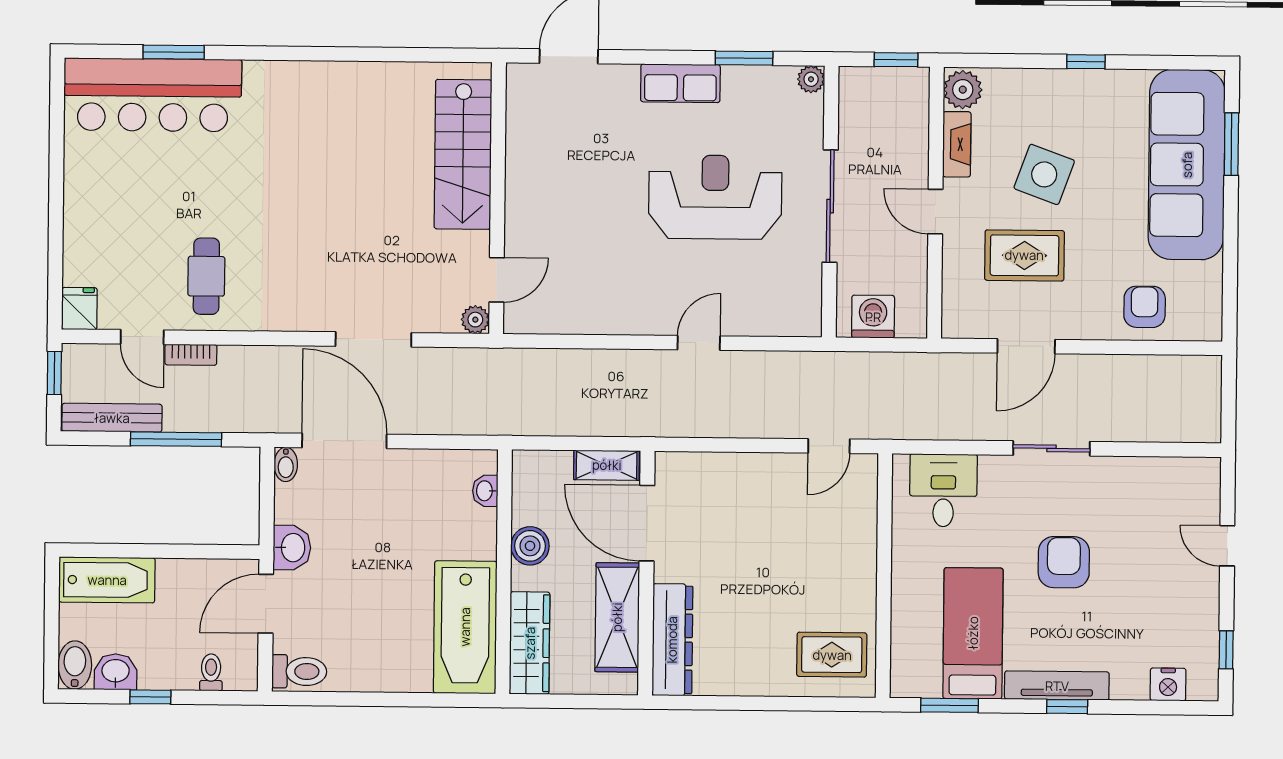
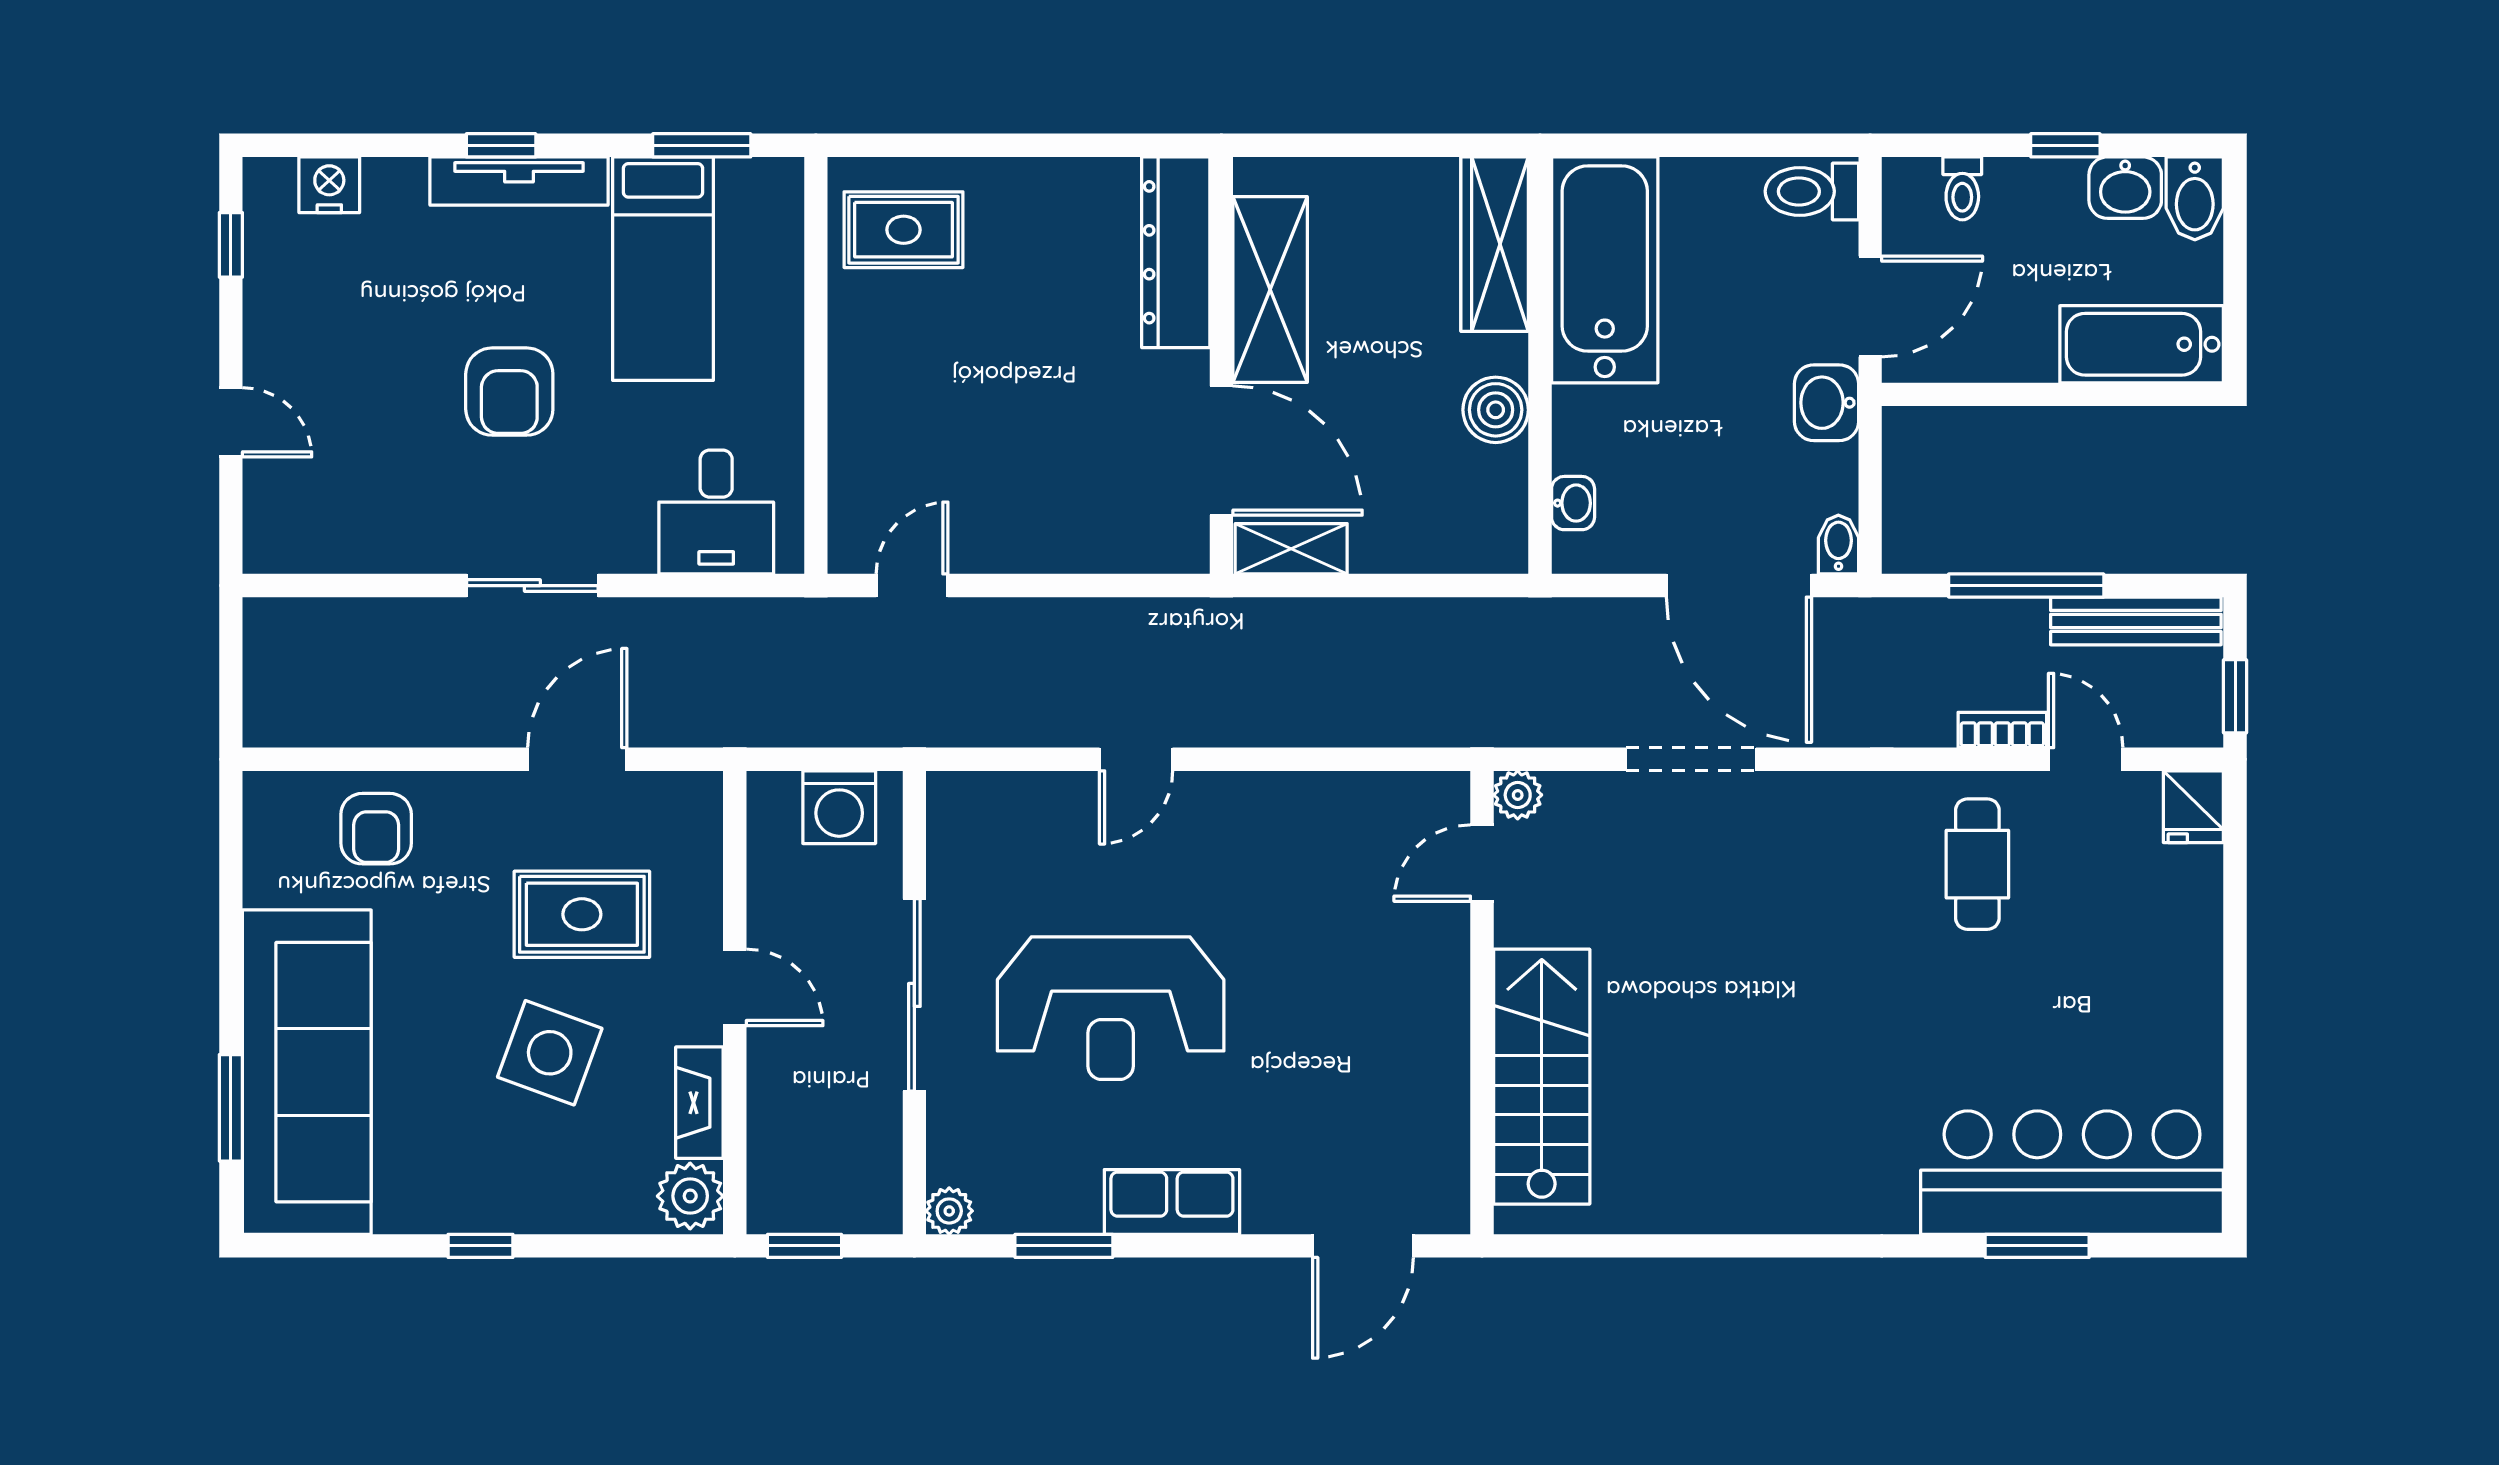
washbasin: (485, 491) -> (1573, 503), moved
boiler: (530, 546) -> (1496, 410), moved
wall: (504, 572) -> (1540, 365), moved
bathtub: (465, 627) -> (1605, 270), moved
wardrobe: (530, 643) -> (1495, 244), moved

